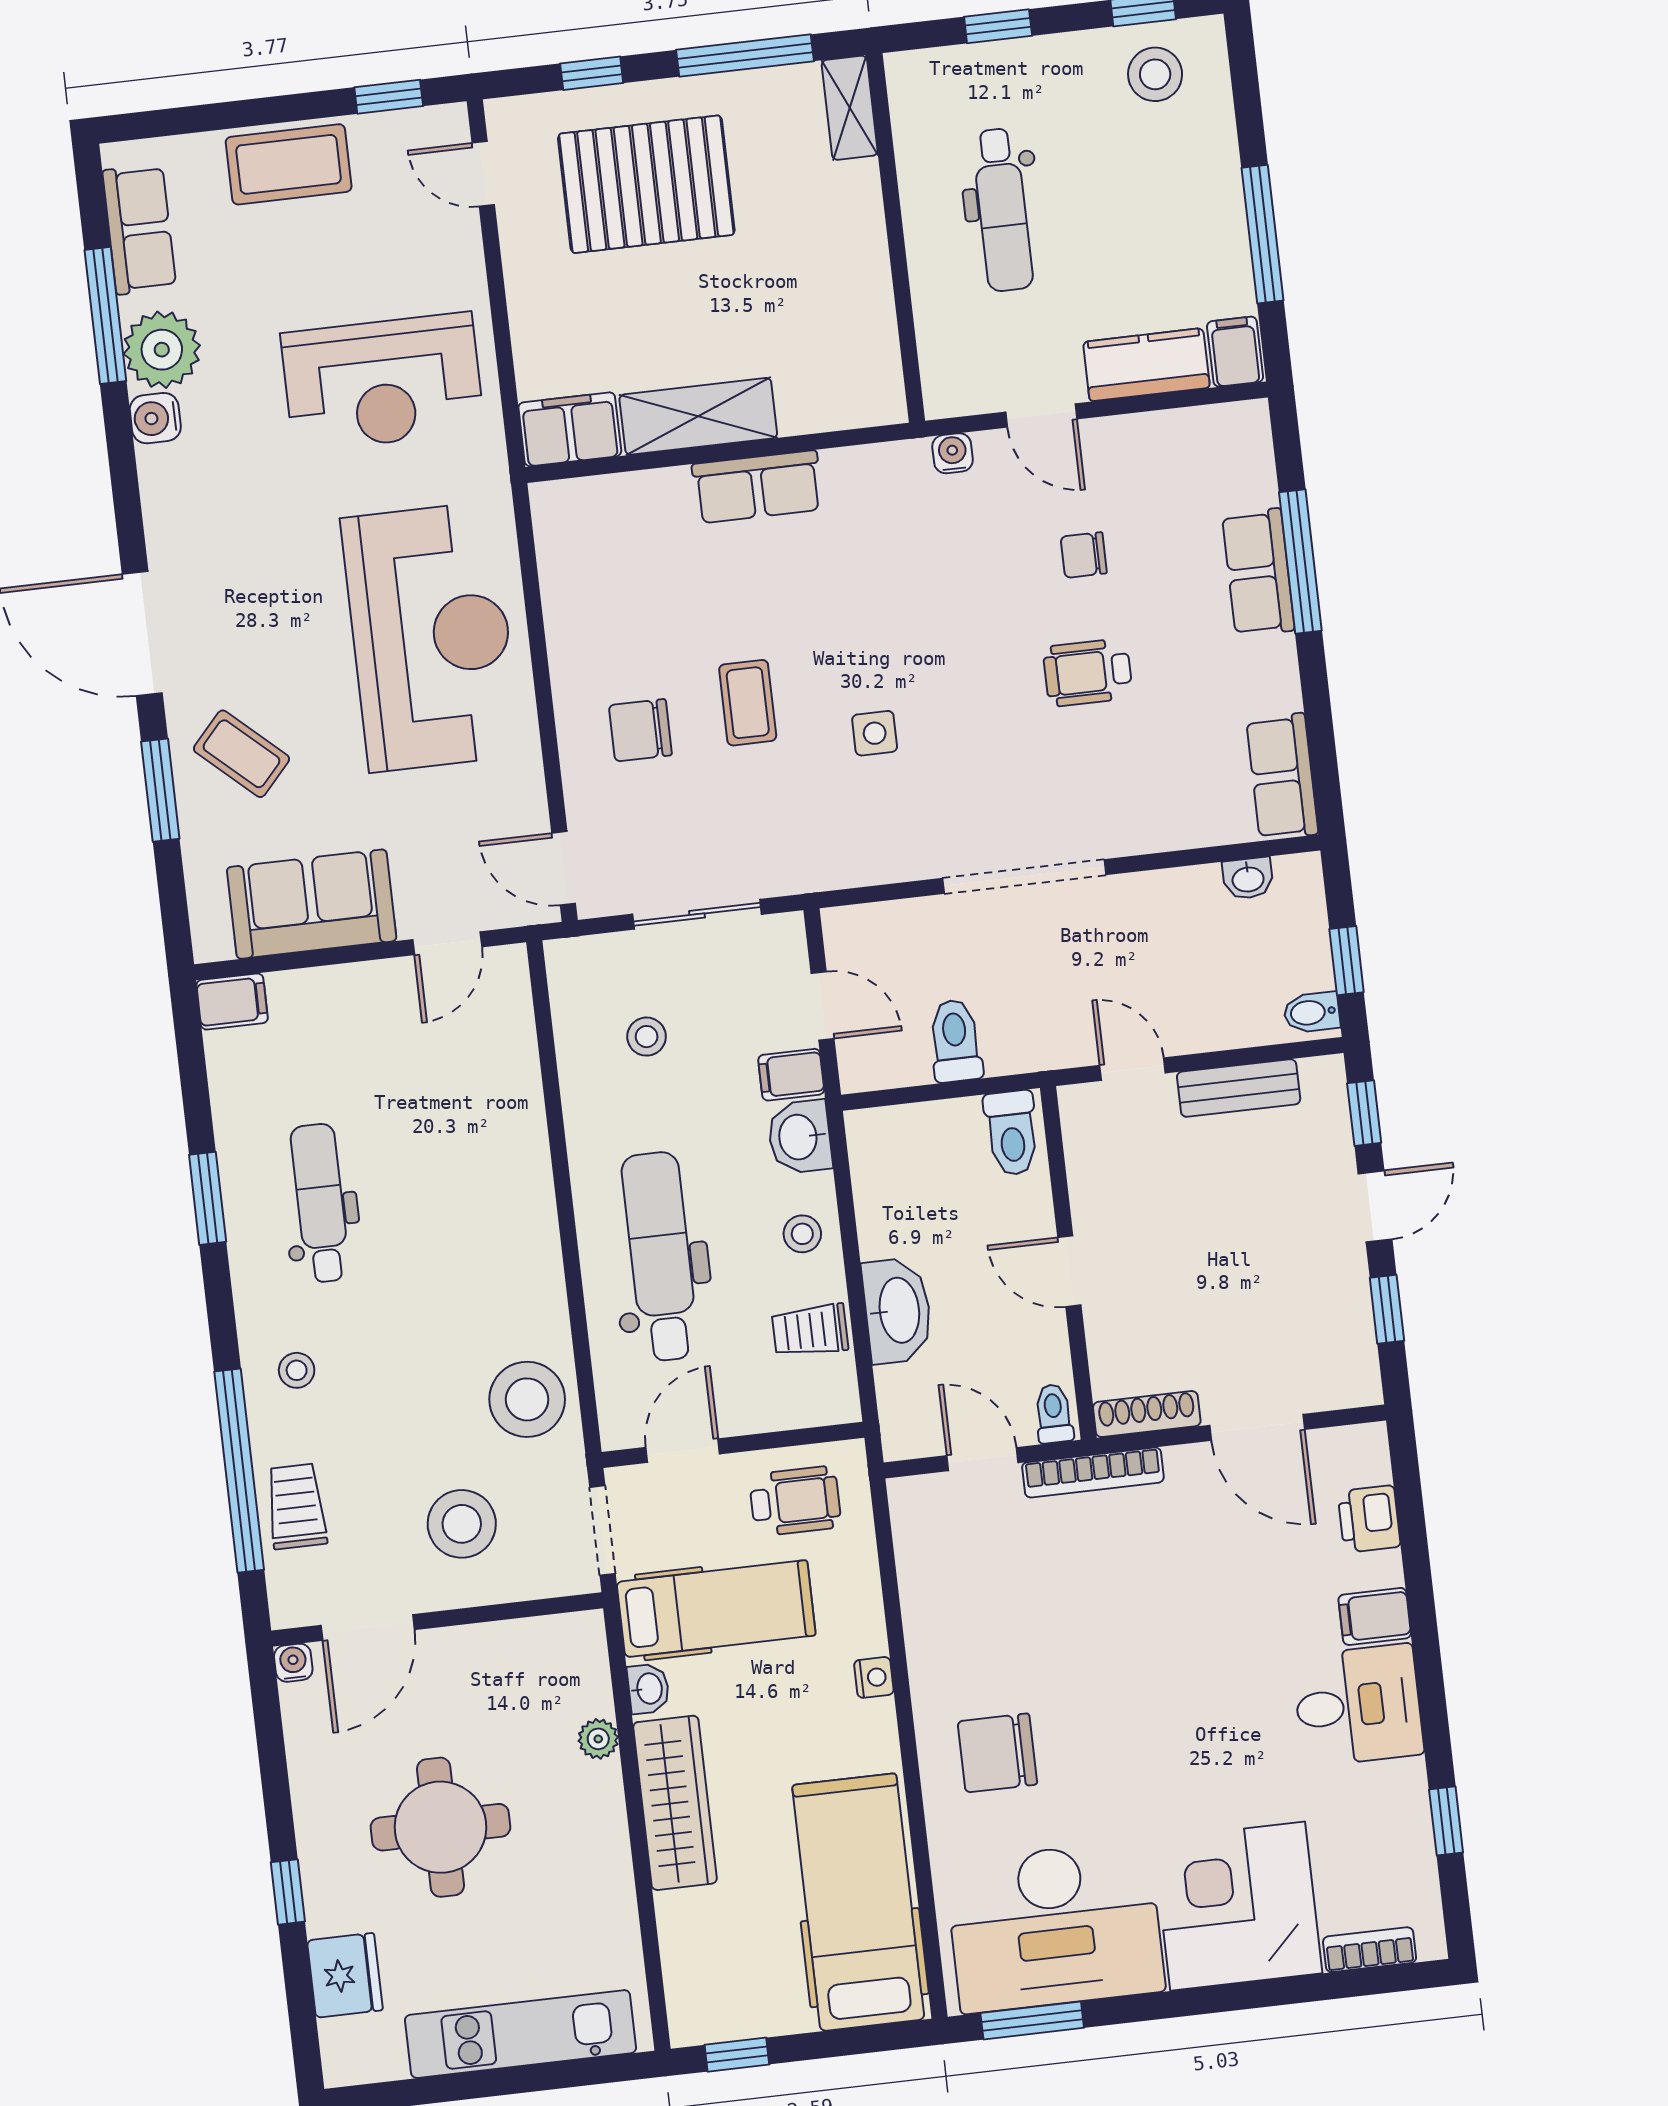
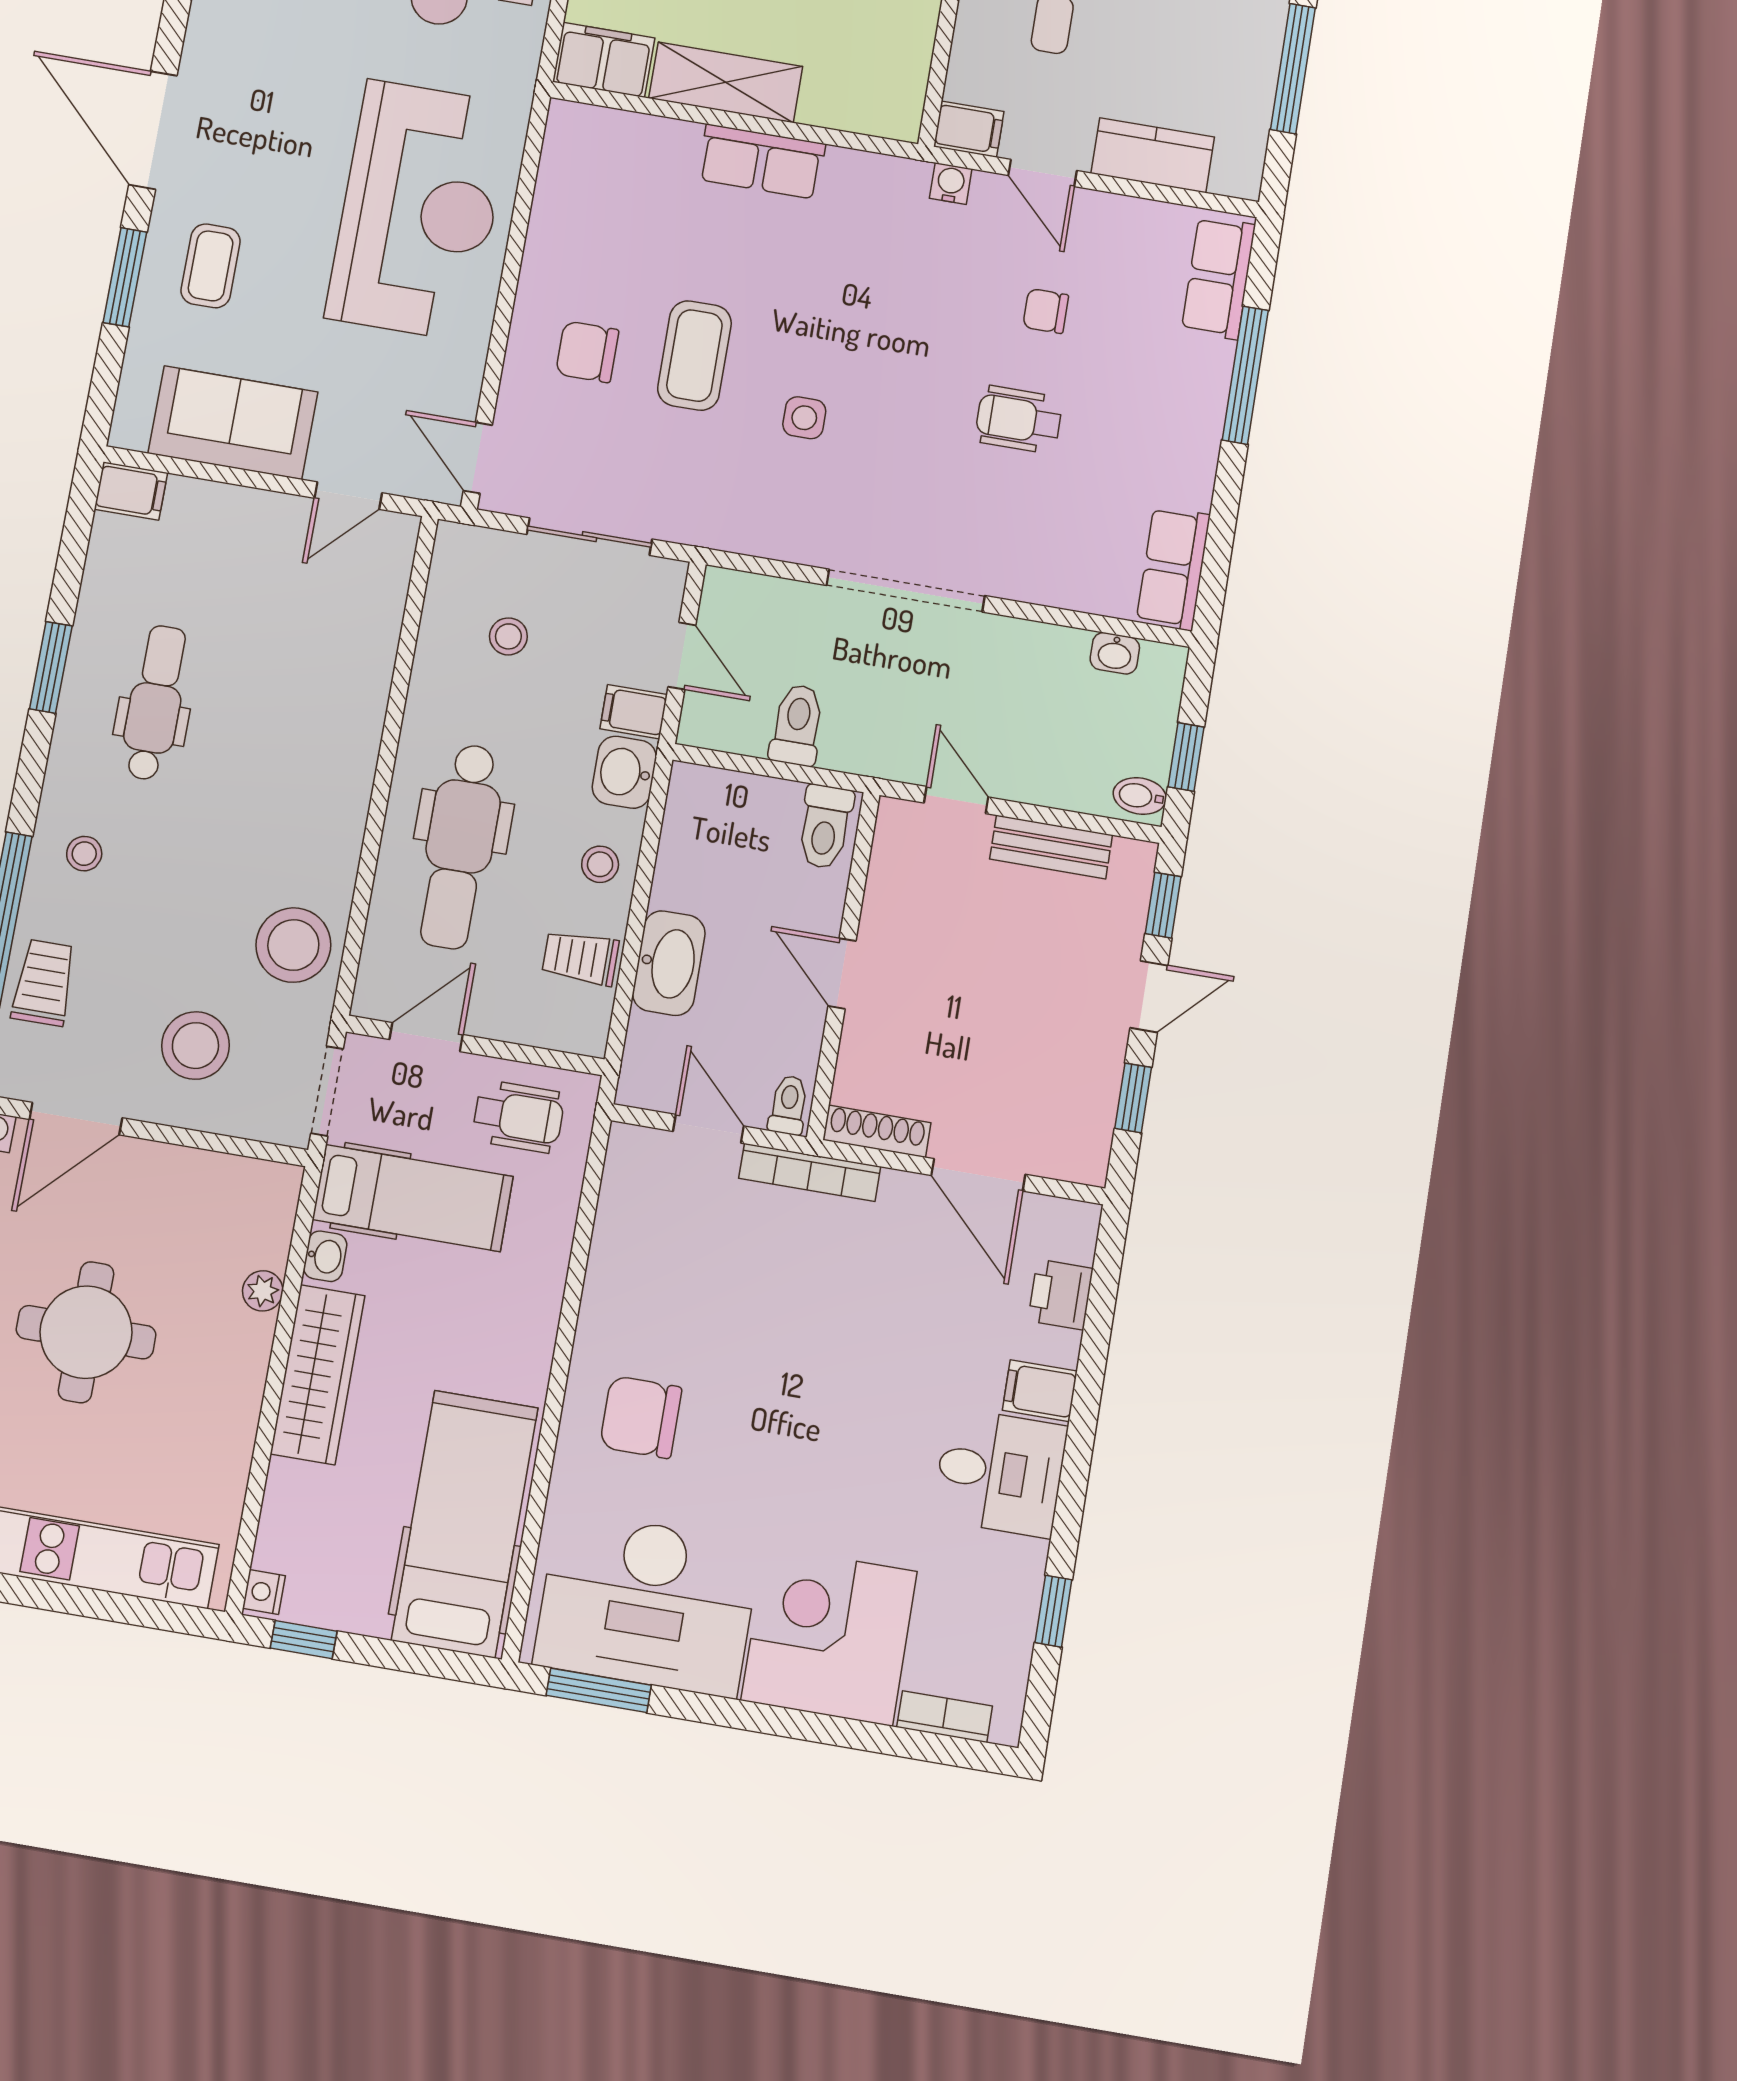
filing cabinet: (1235, 352) -> (969, 129), moved, turned 90
row of seats: (1258, 572) -> (1218, 278), moved
coffee table: (748, 703) -> (694, 356), width x1.36, depth x1.30
coffee table: (241, 754) -> (211, 266), turned 48
dental chair: (660, 1257) -> (460, 846), turned 180
nightstand: (874, 1677) -> (264, 1592), moved, turned 180

